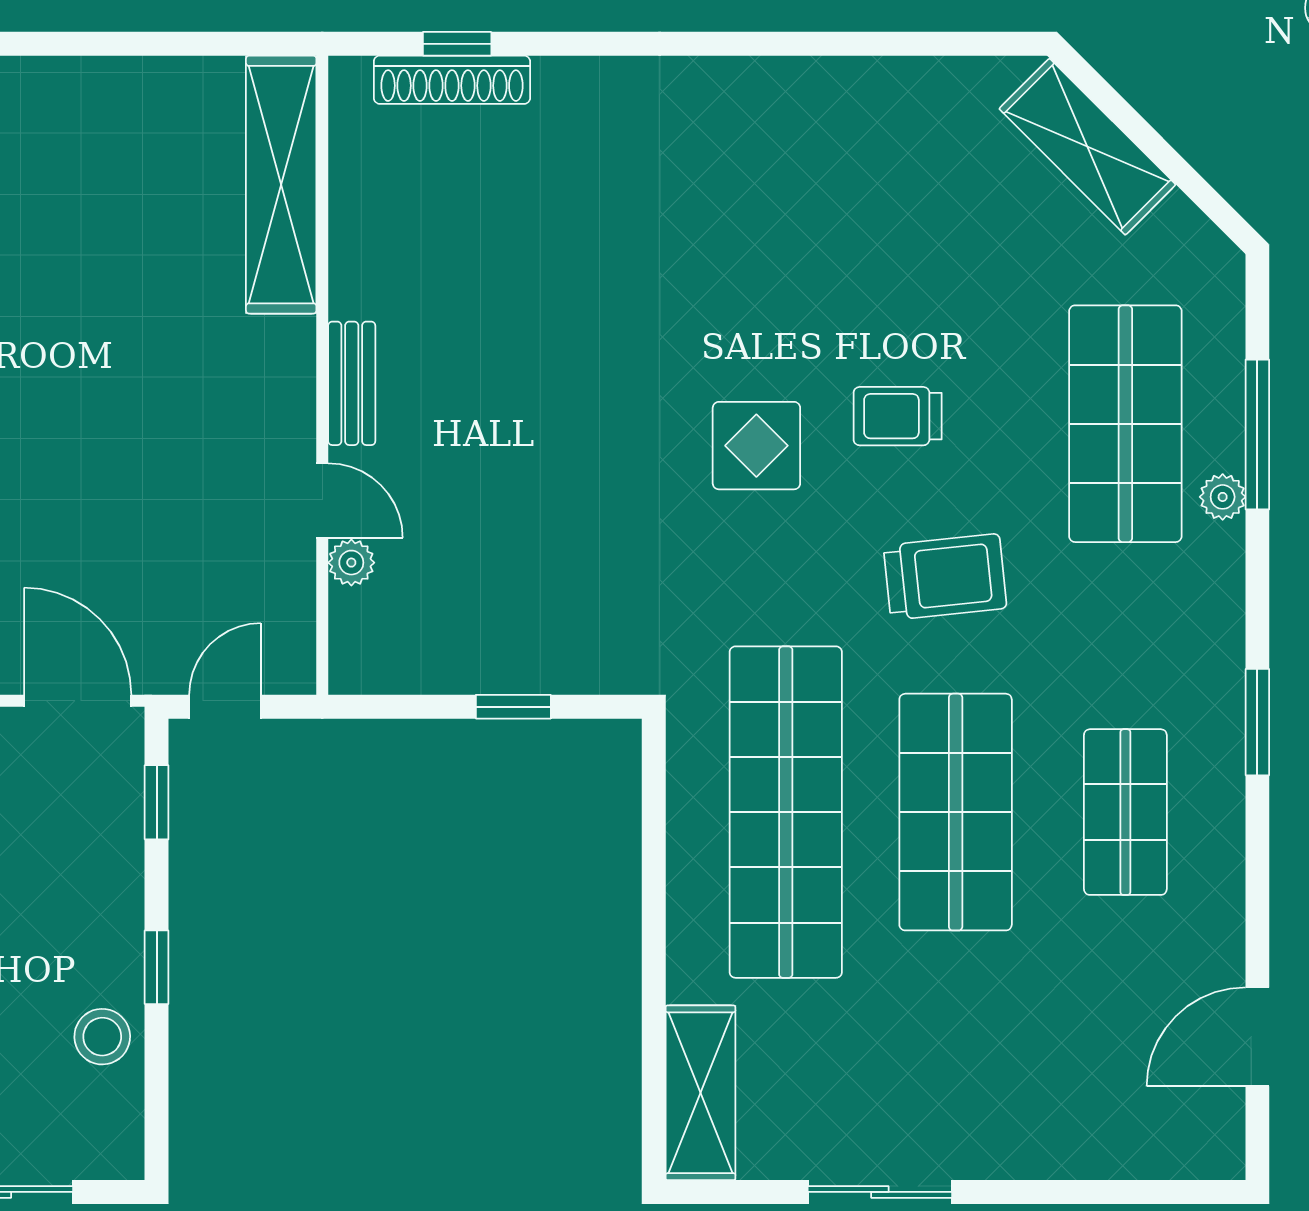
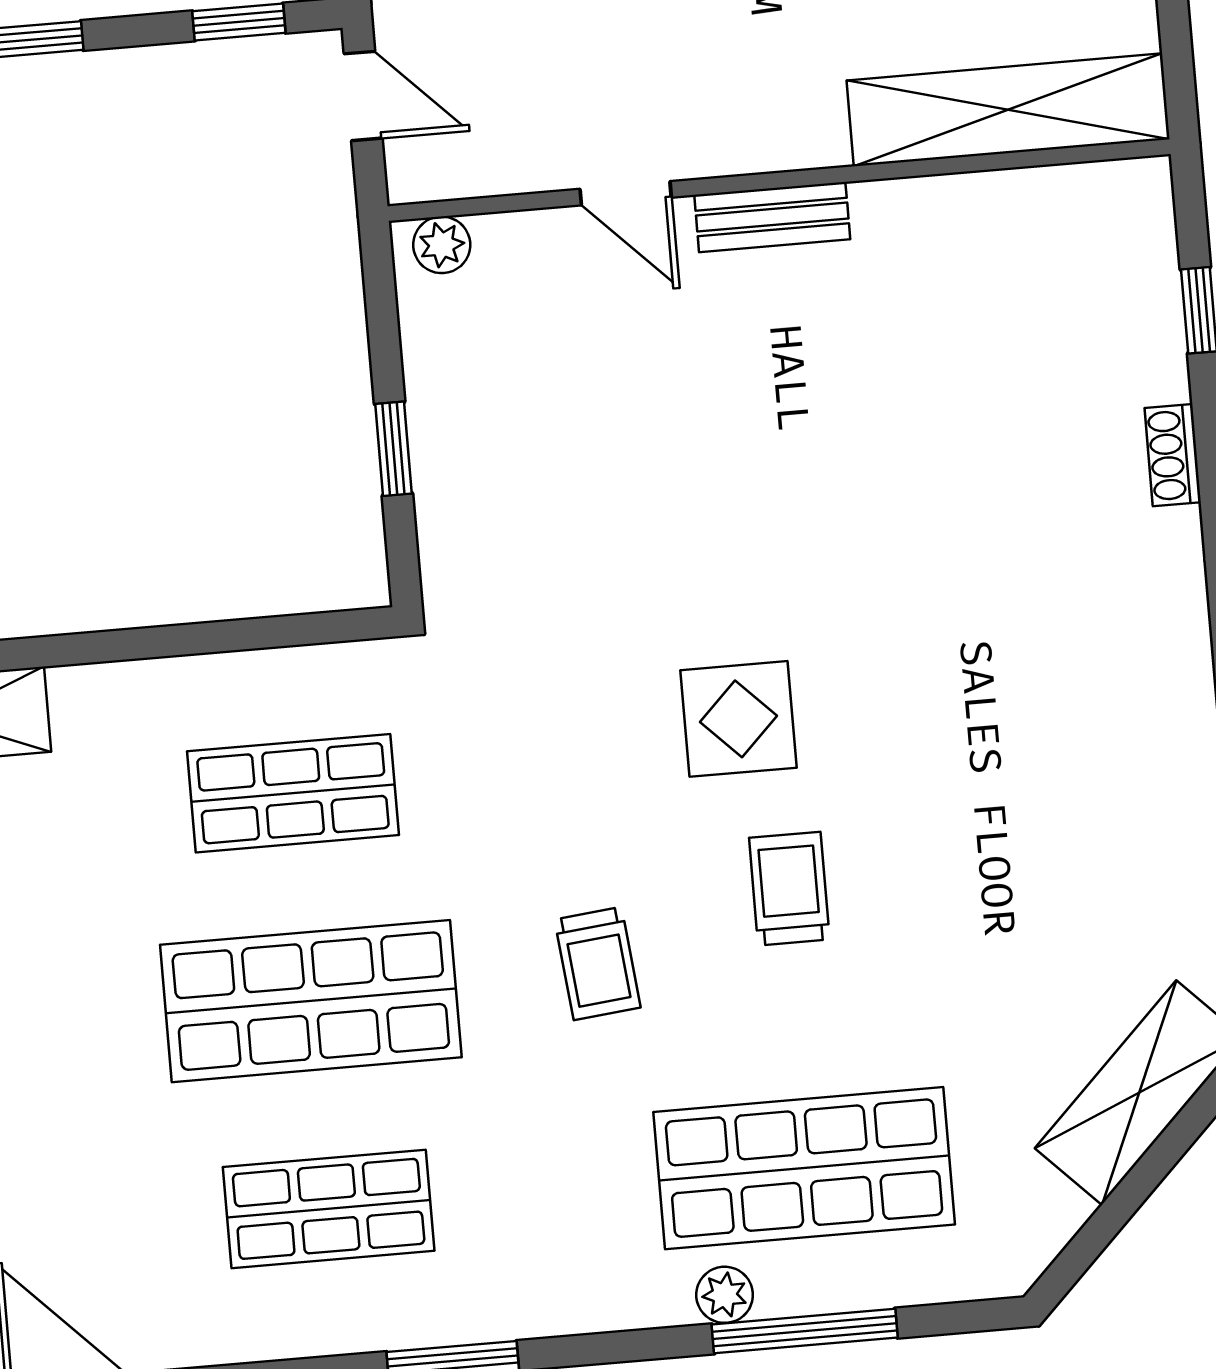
shoe rack: (452, 80) -> (1173, 455), moved, width x0.51, depth x0.81
door: (322, 501) -> (626, 193), hinge flipped
plant: (351, 563) -> (442, 245), moved
trolley: (945, 577) -> (598, 964), width x0.73, depth x0.72
shop shelf: (786, 812) -> (293, 793), width x0.50, depth x0.74

